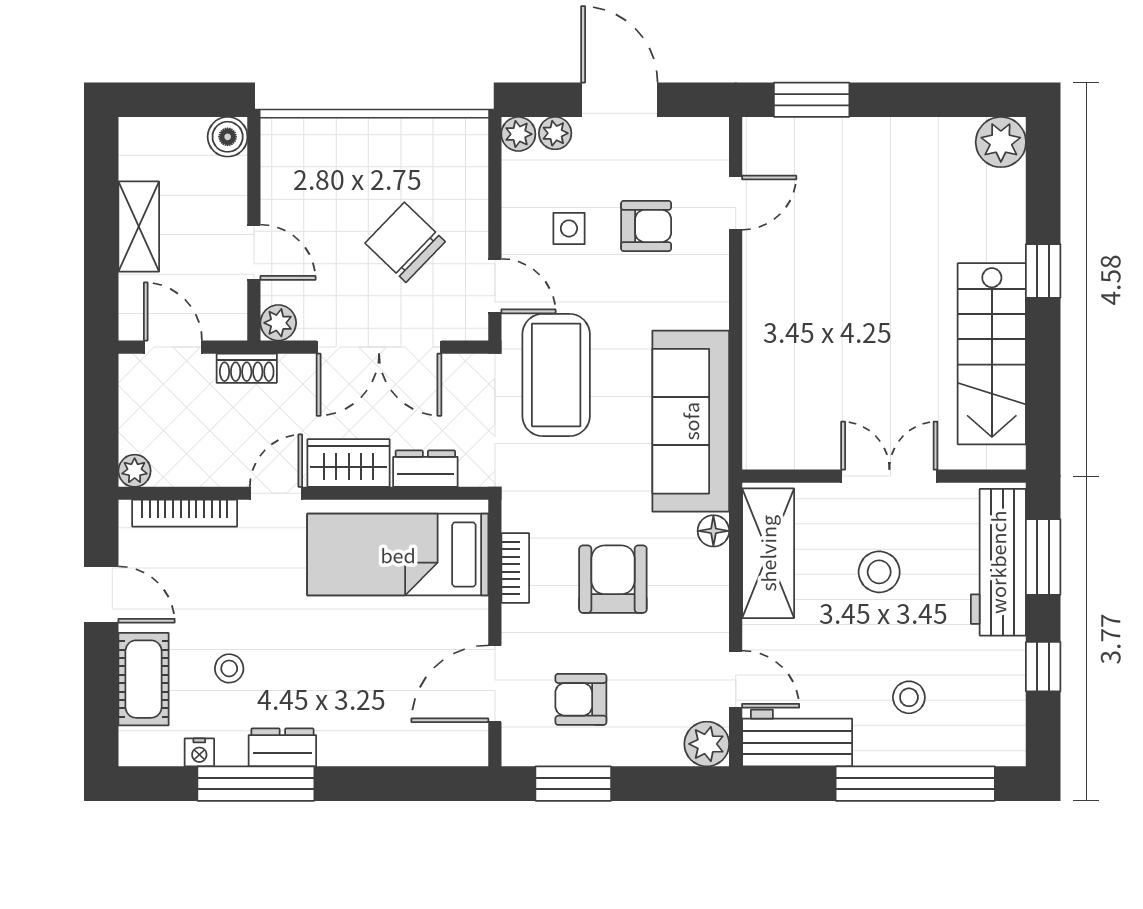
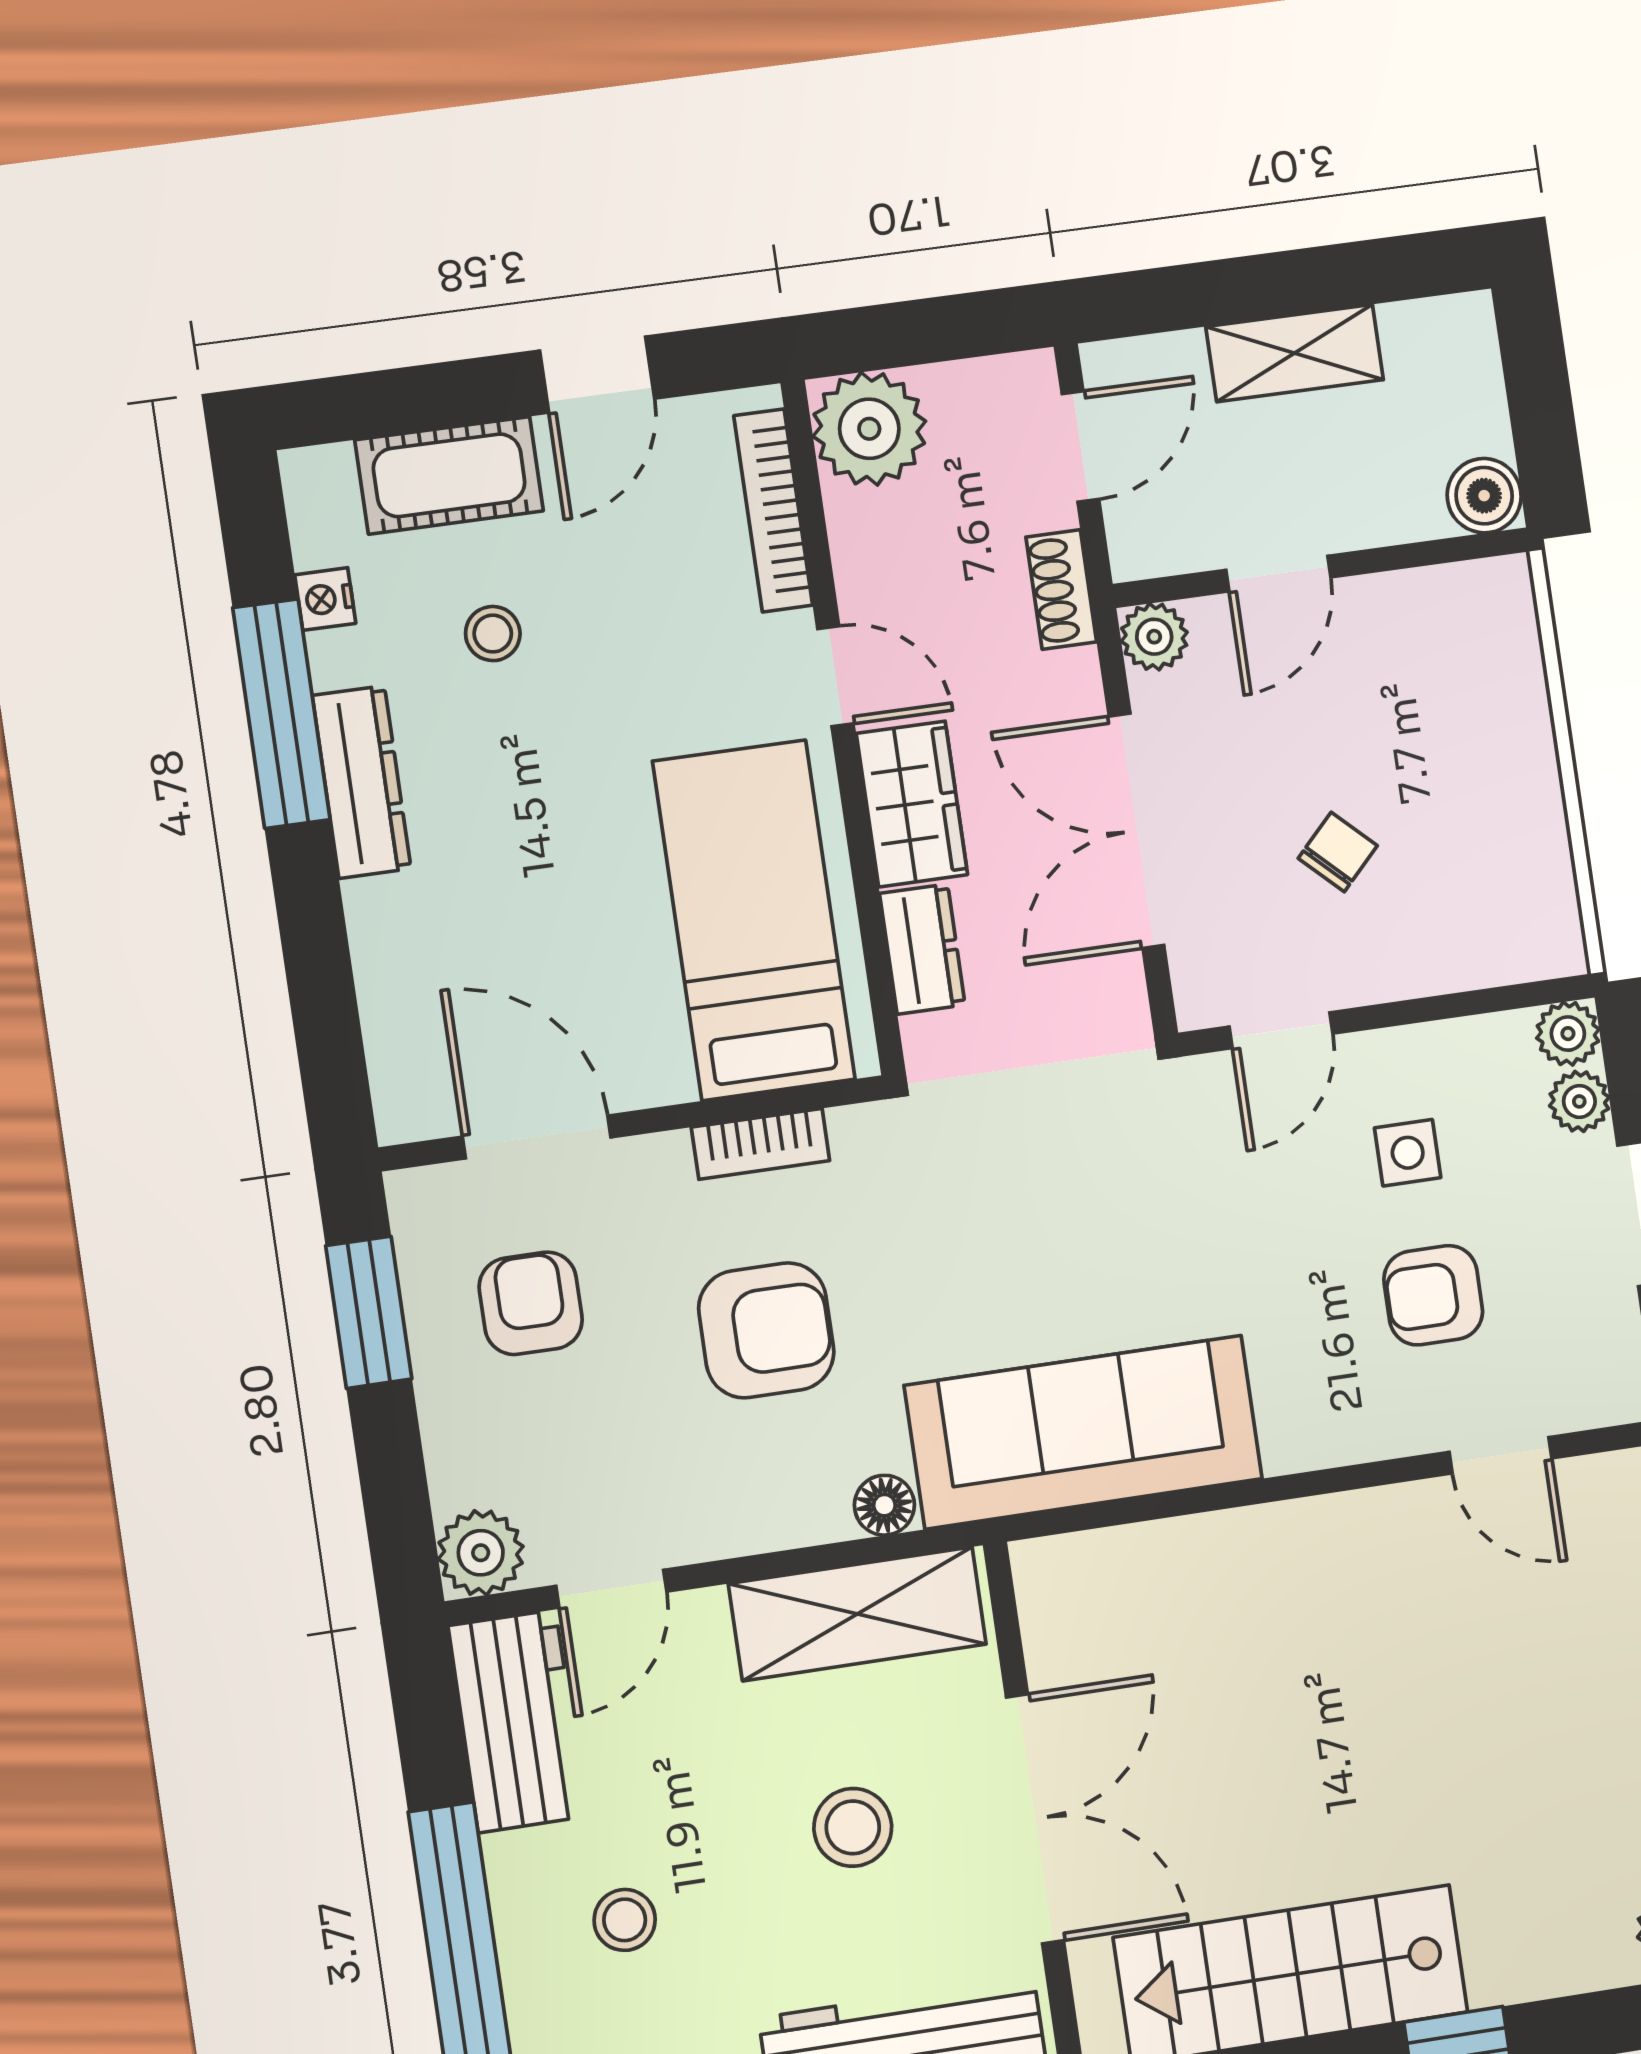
armchair: (646, 226) -> (1433, 1295), turned 90
chair: (405, 242) -> (1338, 852), width x0.54, depth x0.54
coffee table: (556, 375) -> (1133, 1168), removed
plant: (135, 471) -> (869, 429), width x1.88, depth x1.88
double door: (889, 476) -> (1035, 1819), width x1.37
dresser: (282, 747) -> (362, 782), width x1.44

